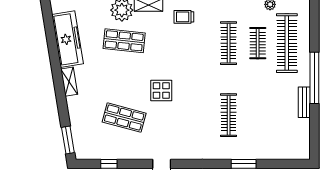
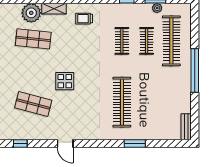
clothes rail: (229, 43) -> (122, 41), width x0.73
bench: (304, 102) -> (186, 127), moved
clothes rail: (229, 115) -> (122, 102), width x1.37, depth x1.31

